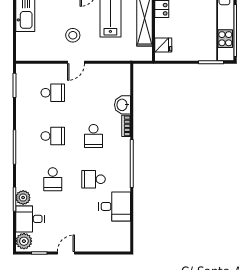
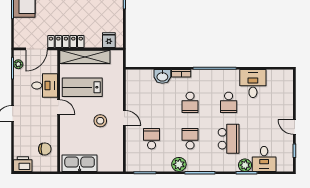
school desk: (93, 136) -> (190, 102), turned 90
school desk: (53, 179) -> (229, 139), width x1.85
plant: (24, 241) -> (179, 164), moved

